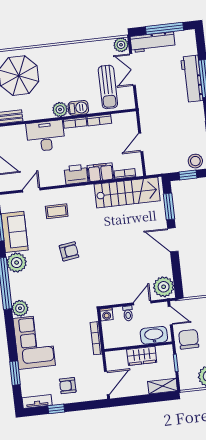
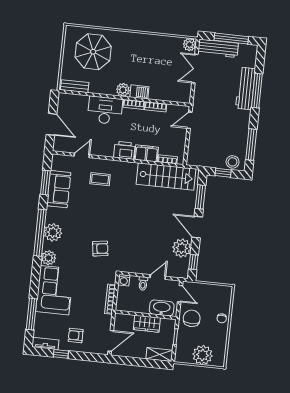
sun lounger: (108, 87) -> (170, 79), removed
door: (141, 142) -> (189, 120), moved
armchair: (69, 251) -> (100, 249), moved
plant: (17, 263) -> (53, 232), moved
window: (177, 278) -> (193, 262), added
plant: (164, 287) -> (182, 248), moved
window: (15, 373) -> (31, 314), width x1.44

